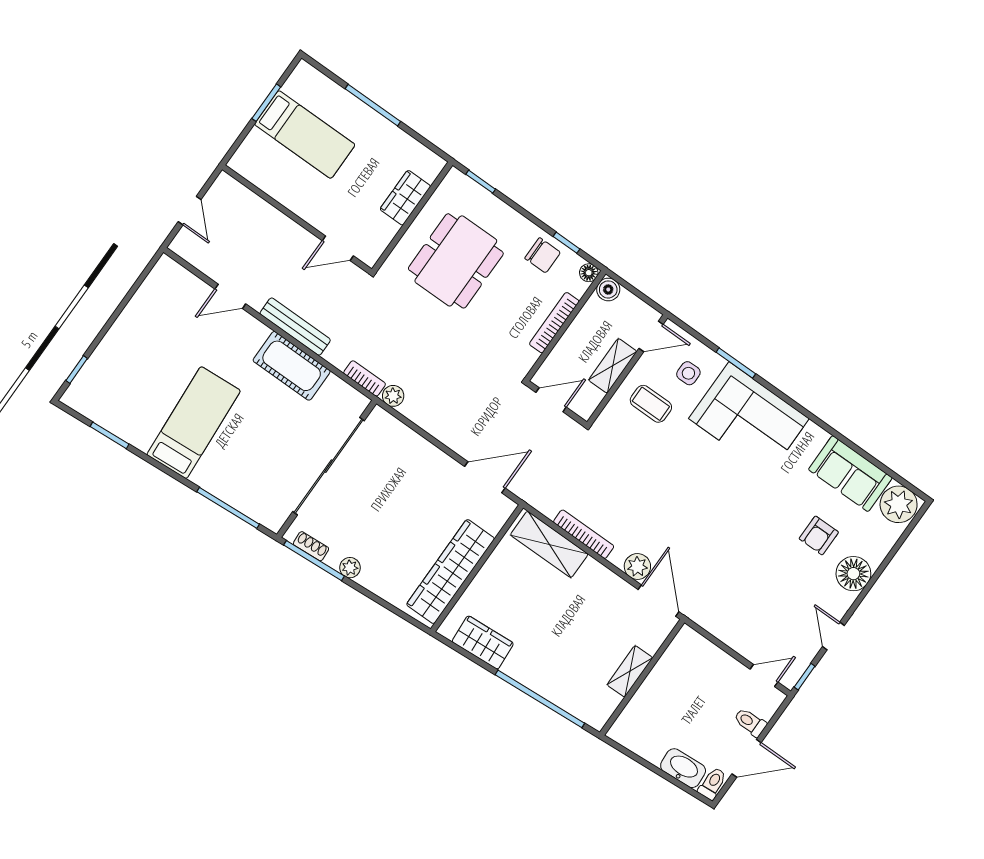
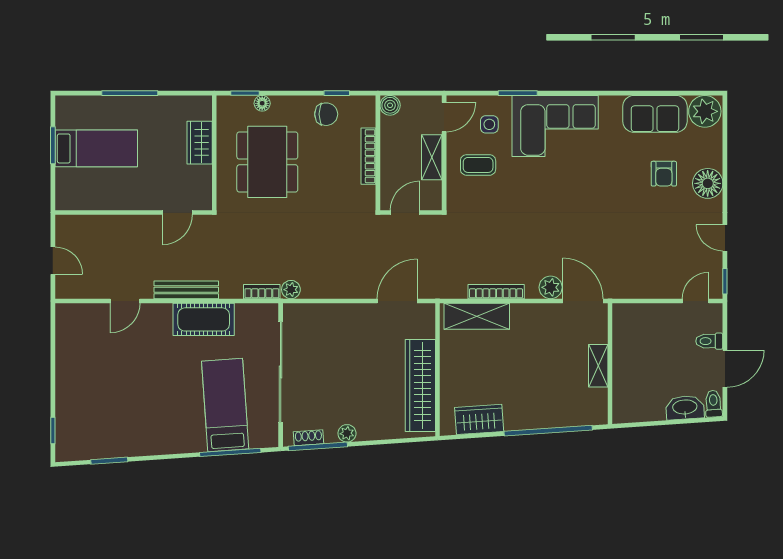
floor lamp: (589, 273) -> (262, 103), moved
bed: (194, 423) -> (225, 405), moved

